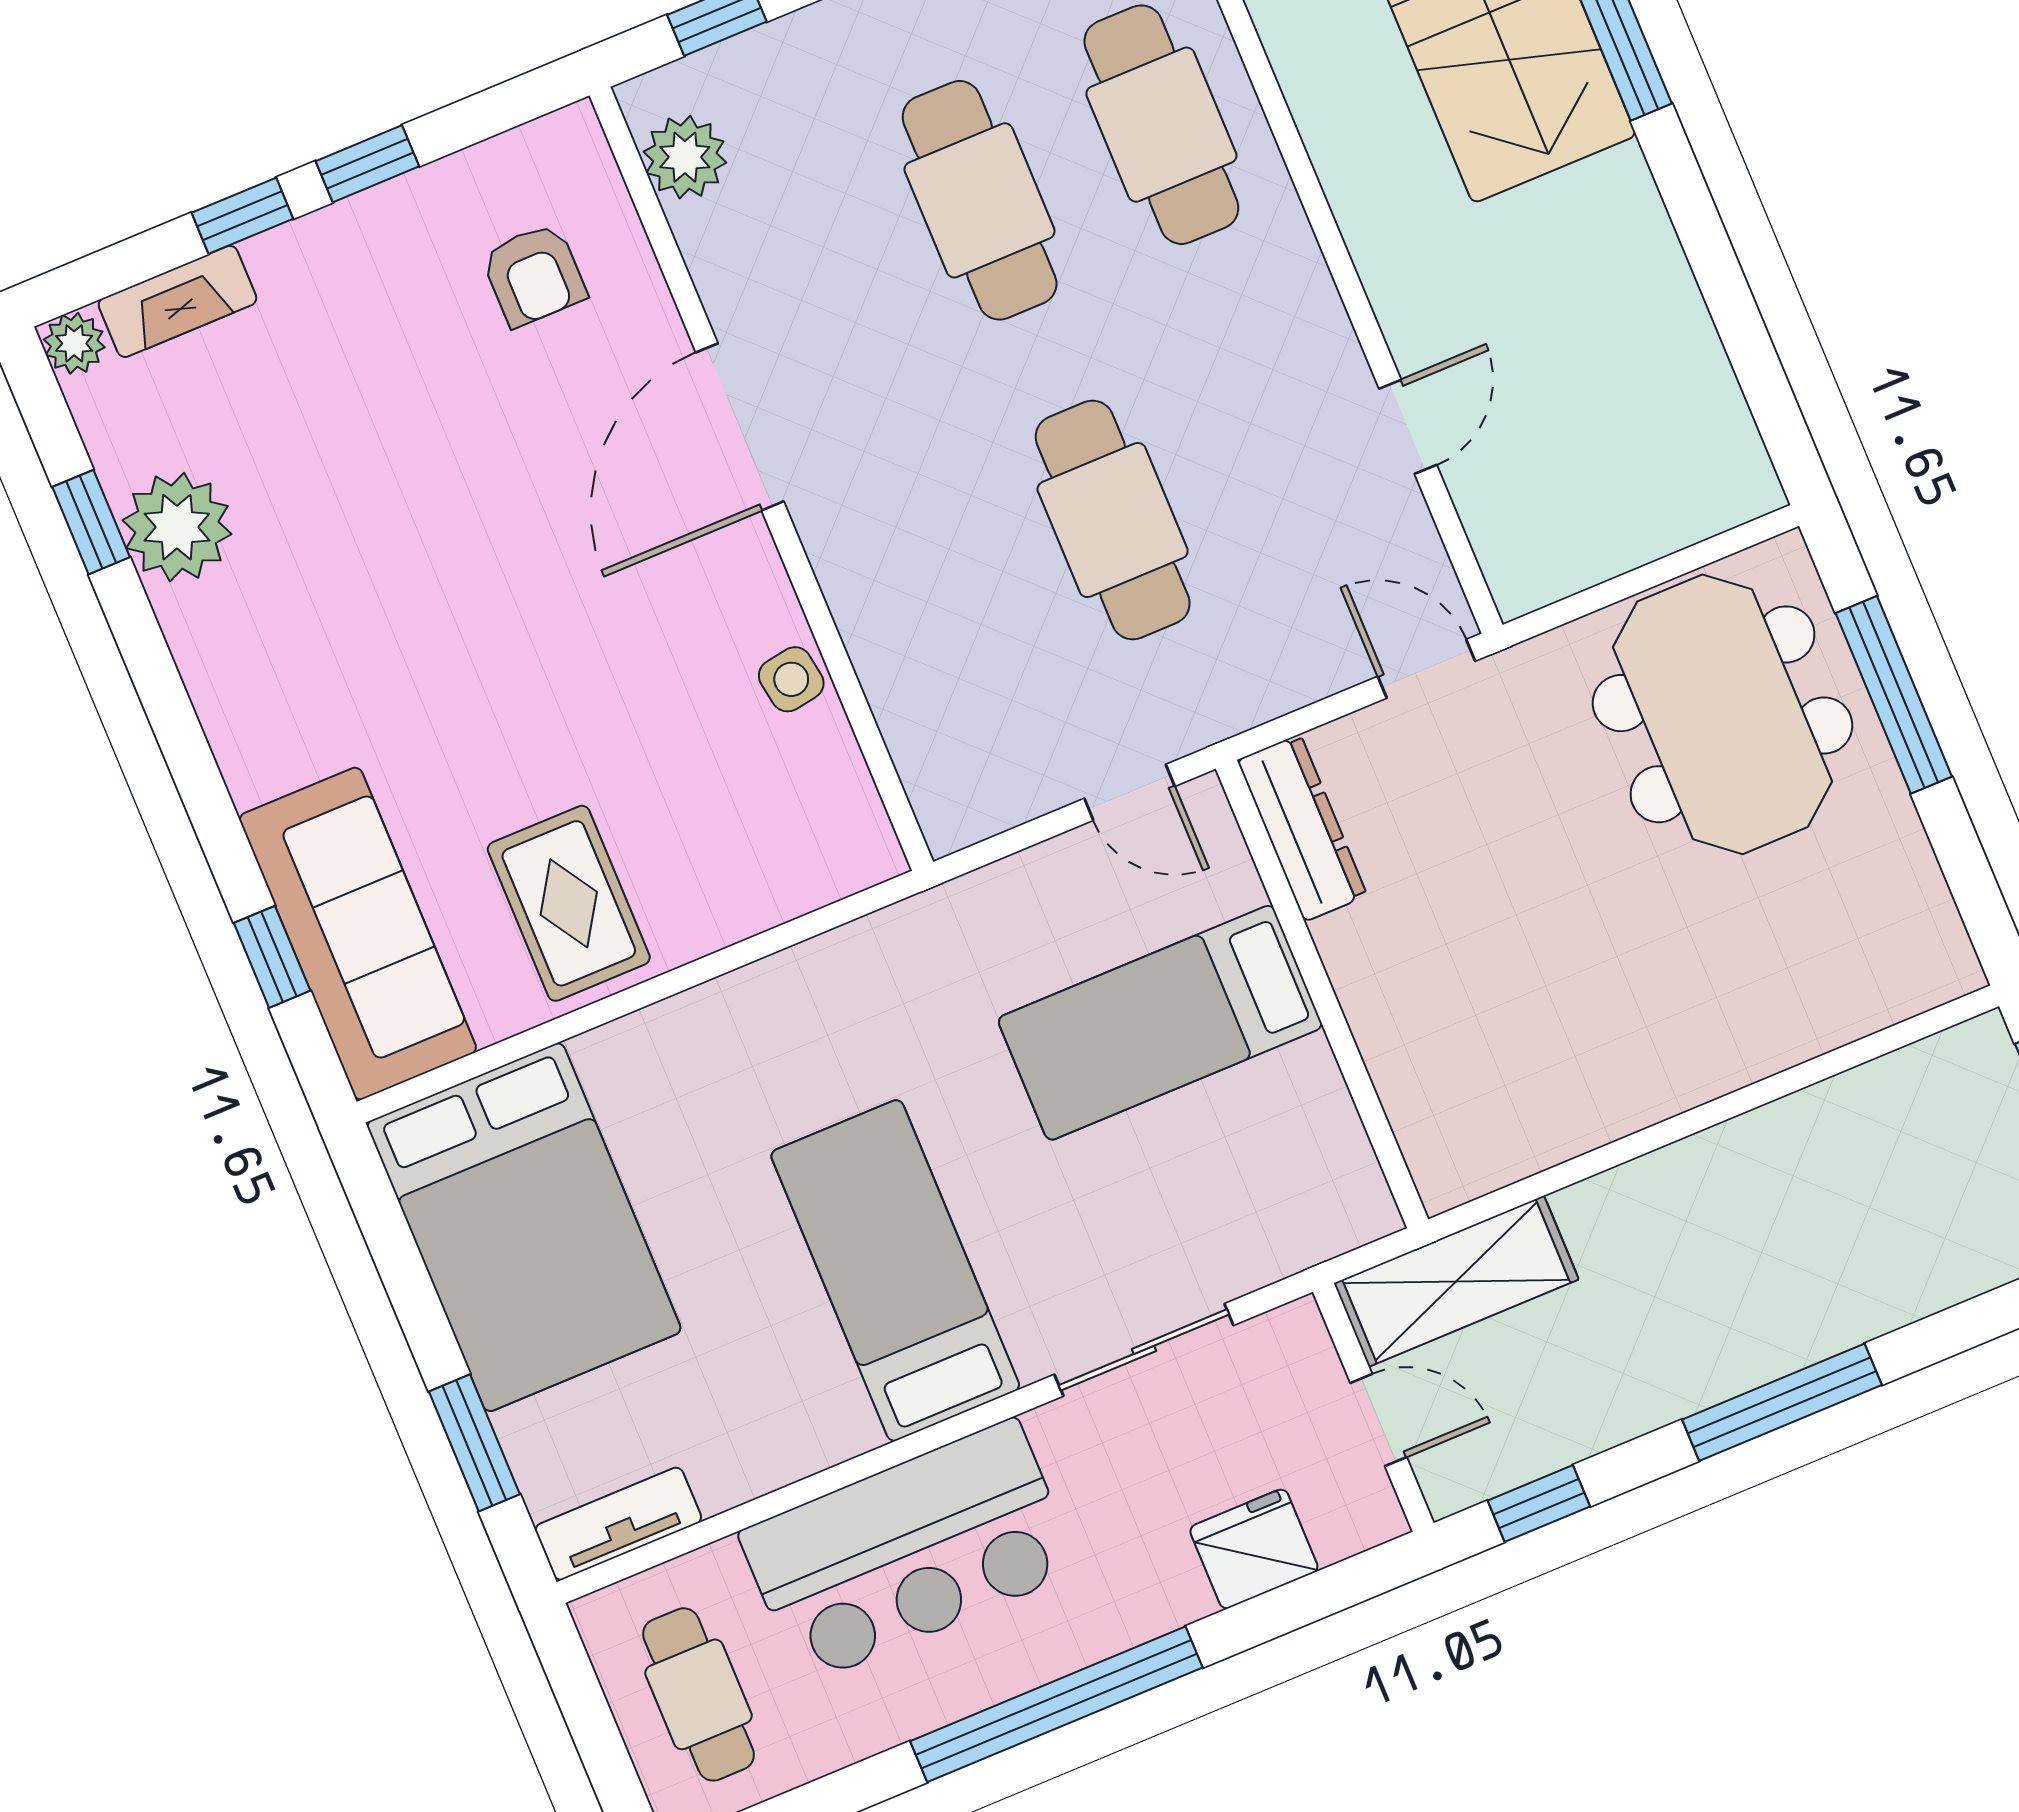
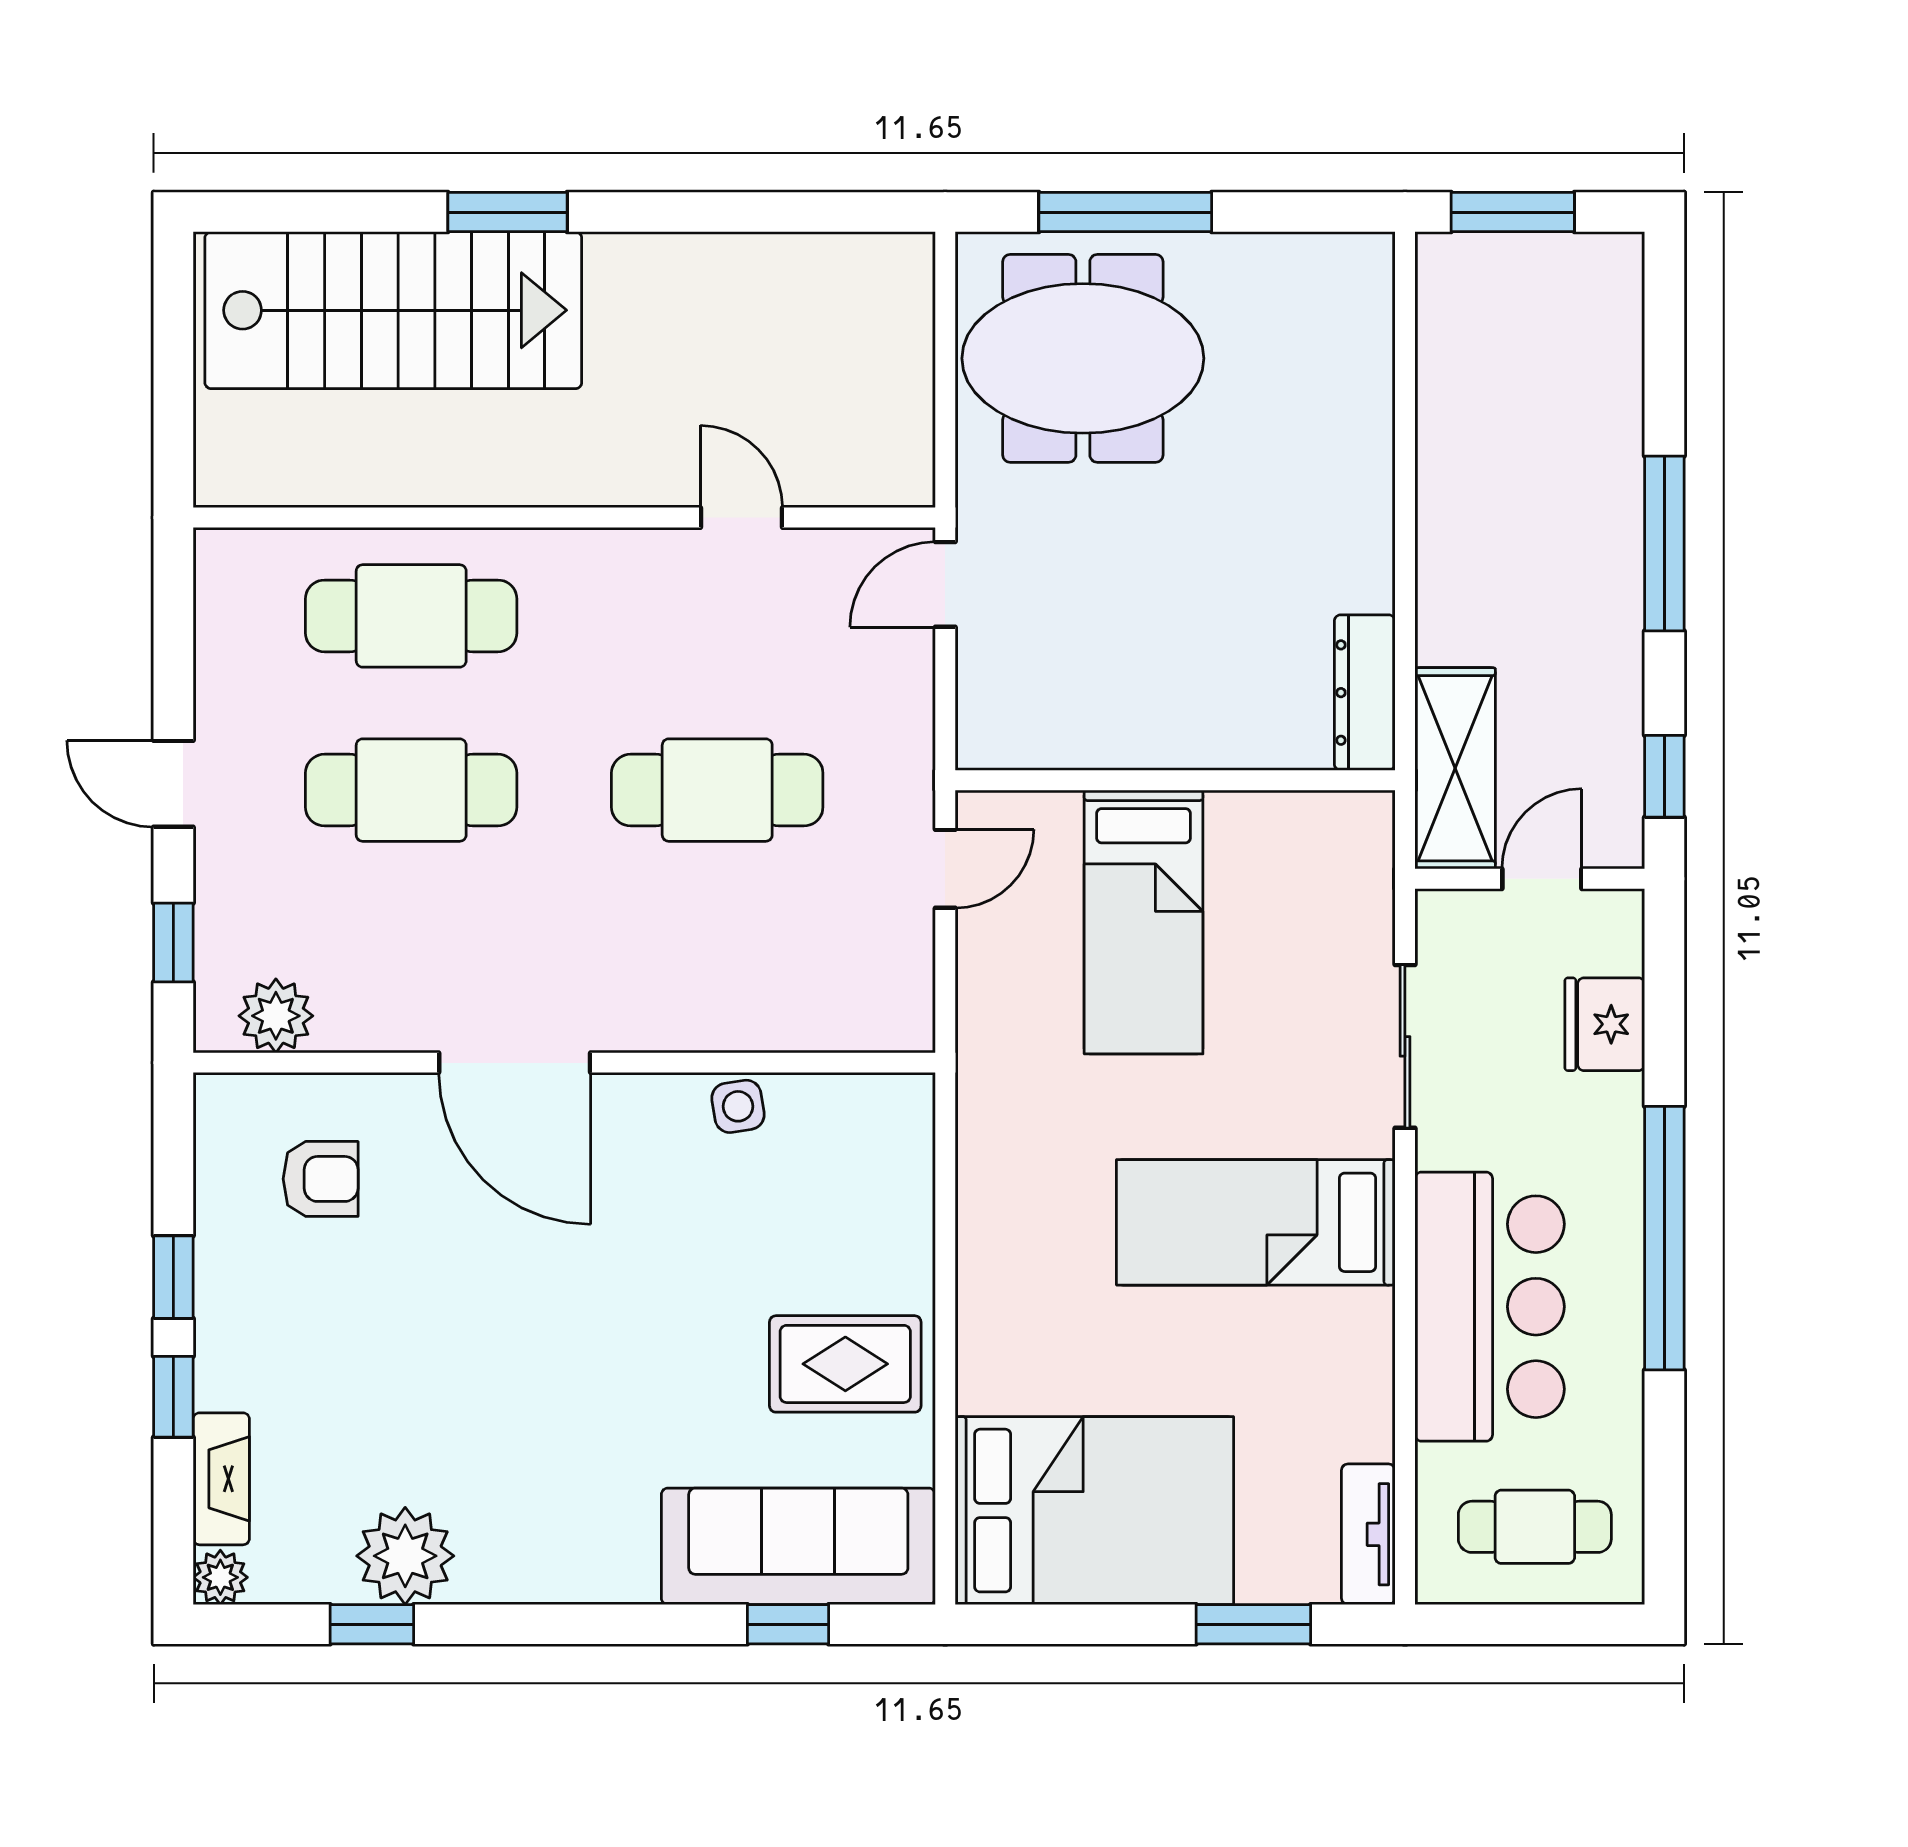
dresser: (1302, 828) -> (1365, 693), moved, turned -90

